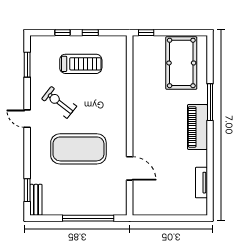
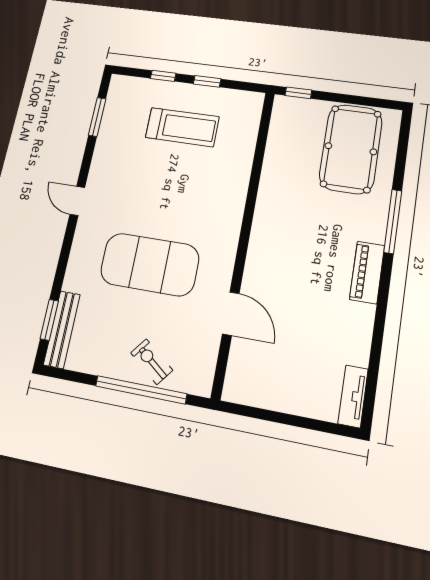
exercise bike: (59, 102) -> (152, 362), moved, width x0.73, depth x0.72
piano: (197, 127) -> (367, 272), width x0.73, depth x0.75
tv unit: (201, 183) -> (353, 396), moved
bench: (36, 200) -> (62, 329), width x1.36

